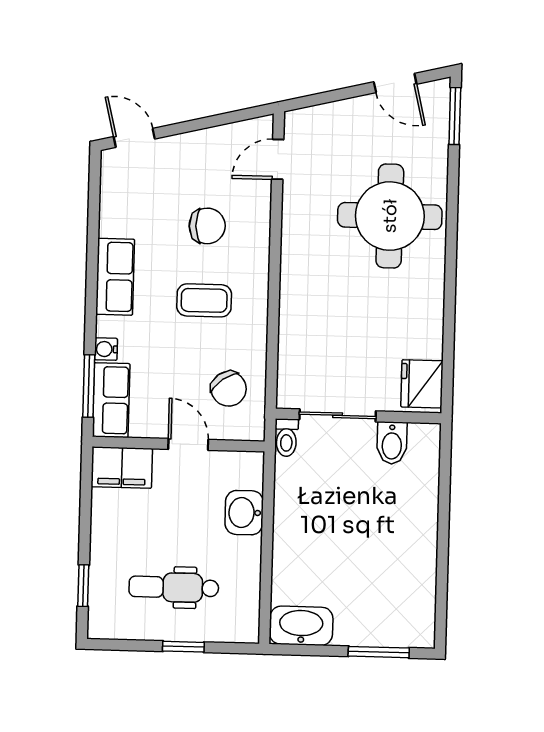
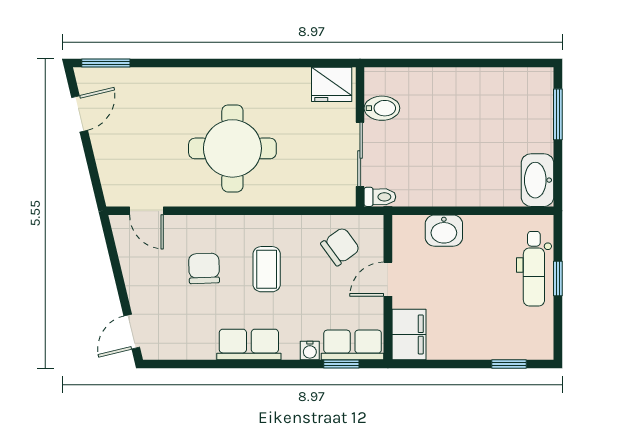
round table: (390, 216) -> (232, 148), moved
window: (89, 386) -> (341, 364), width x0.67
dental chair: (174, 587) -> (534, 269), moved

